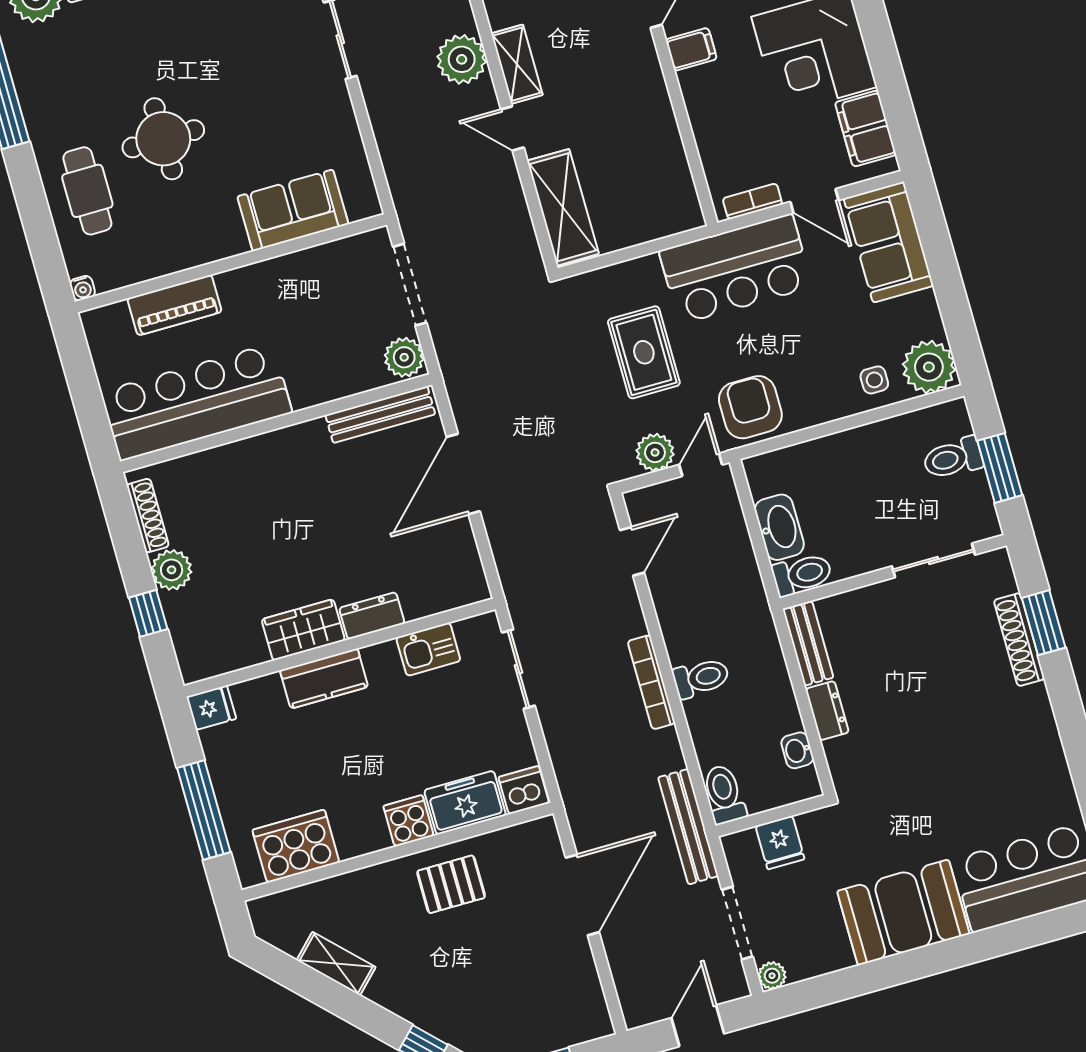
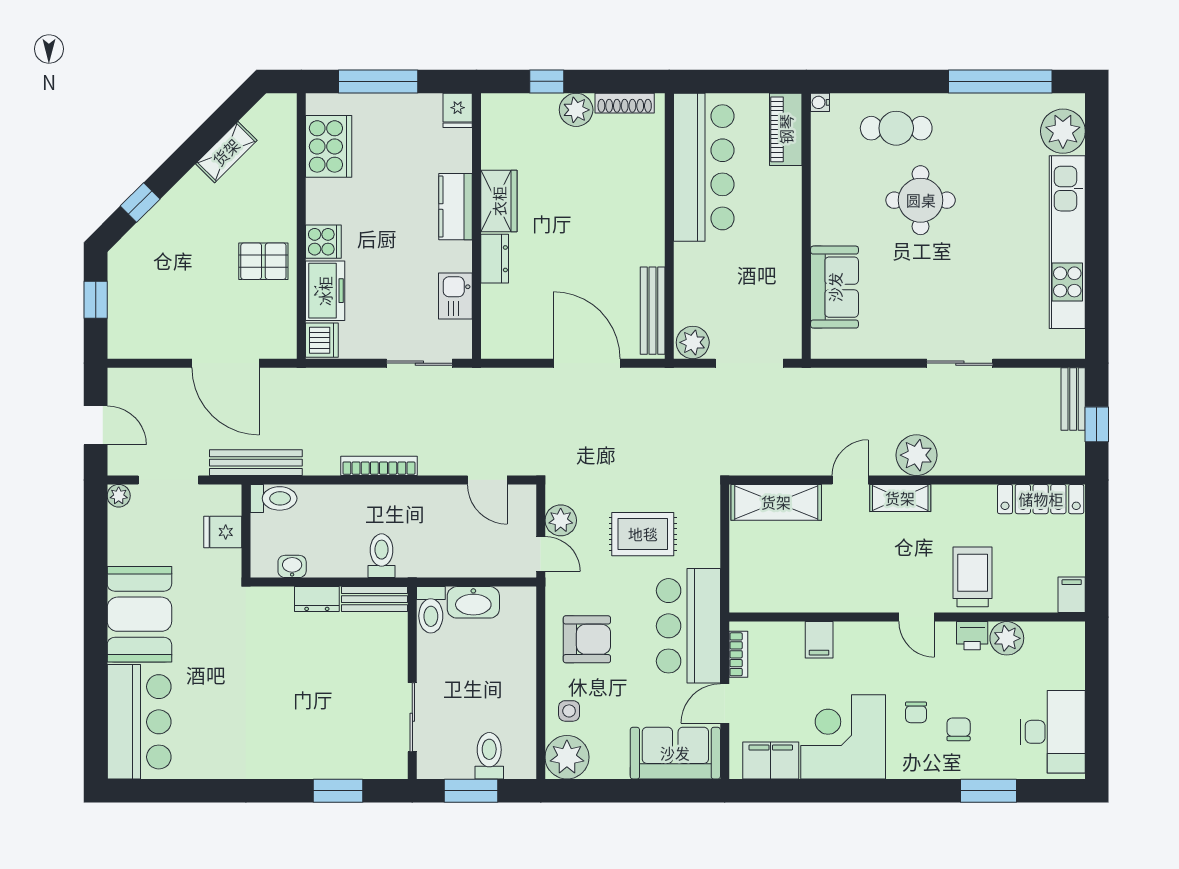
filing cabinet: (691, 49) -> (819, 640), moved
piano: (174, 305) -> (786, 129), moved
armchair: (750, 407) -> (587, 639), moved
shoe rack: (1019, 640) -> (330, 768), removed
toilet: (701, 678) -> (382, 556), moved, turned 180
pallet: (451, 884) -> (263, 261), turned 90

